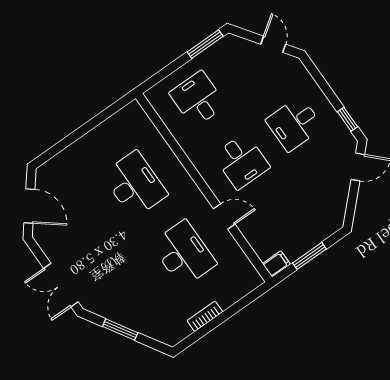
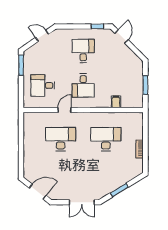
desk: (294, 124) -> (83, 51), turned 180
desk: (241, 161) -> (83, 85), turned 90
door: (224, 216) -> (65, 110), moved
filing cabinet: (276, 264) -> (116, 102), moved

